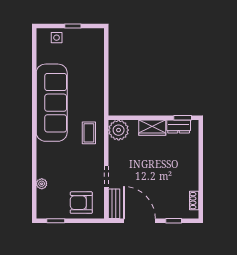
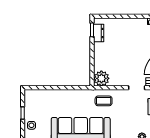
wardrobe: (152, 128) -> (100, 53), removed

